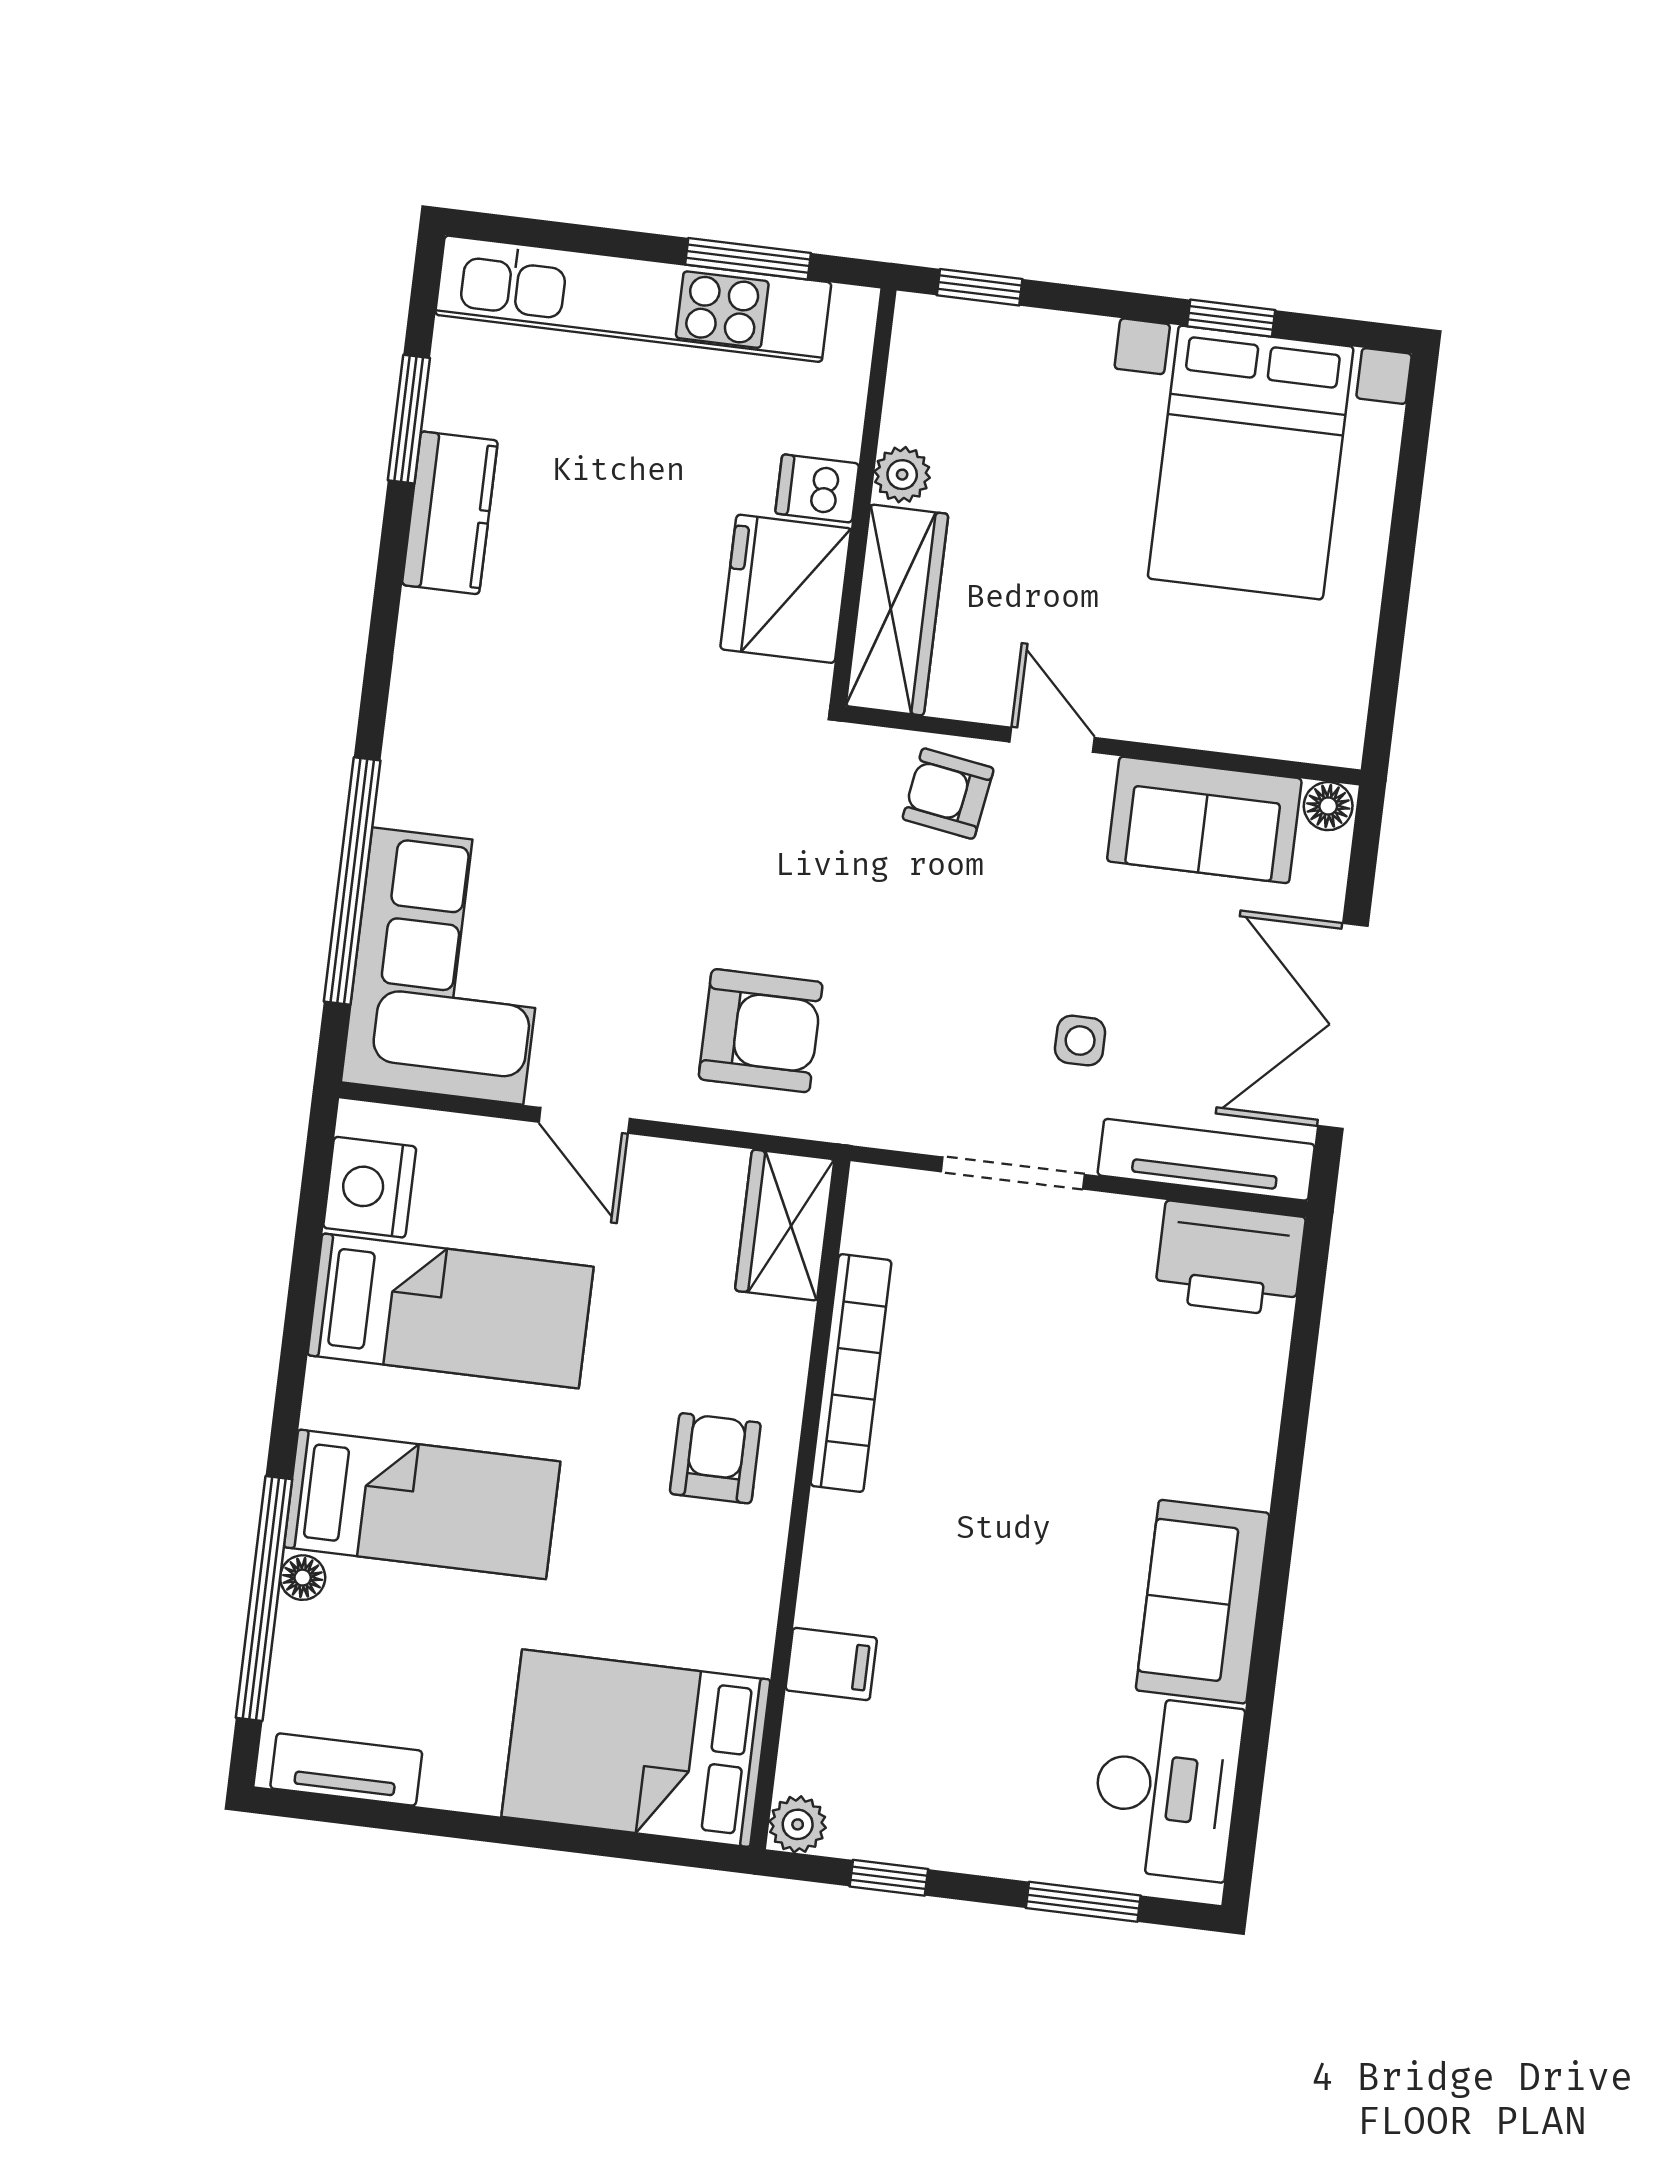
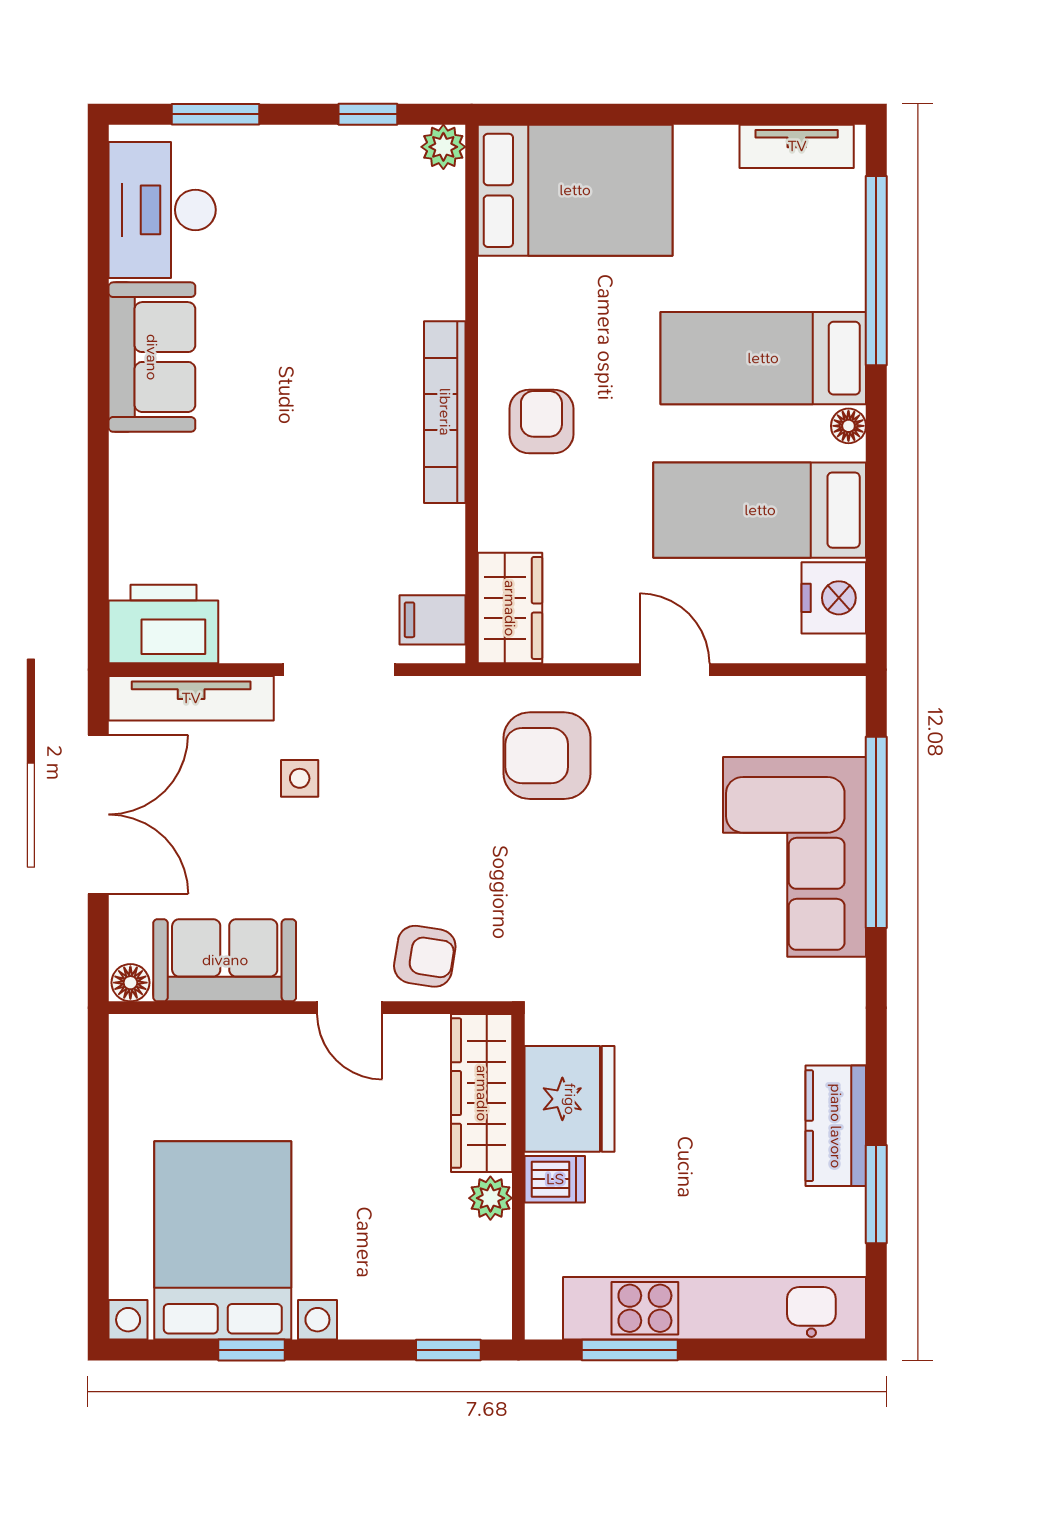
corner sofa: (448, 966) -> (795, 857), moved
bookcase: (851, 1373) -> (445, 412), moved
armchair: (715, 1458) -> (541, 421), turned 180
floor lamp: (303, 1578) -> (848, 426), moved
filing cabinet: (831, 1664) -> (433, 620), moved

